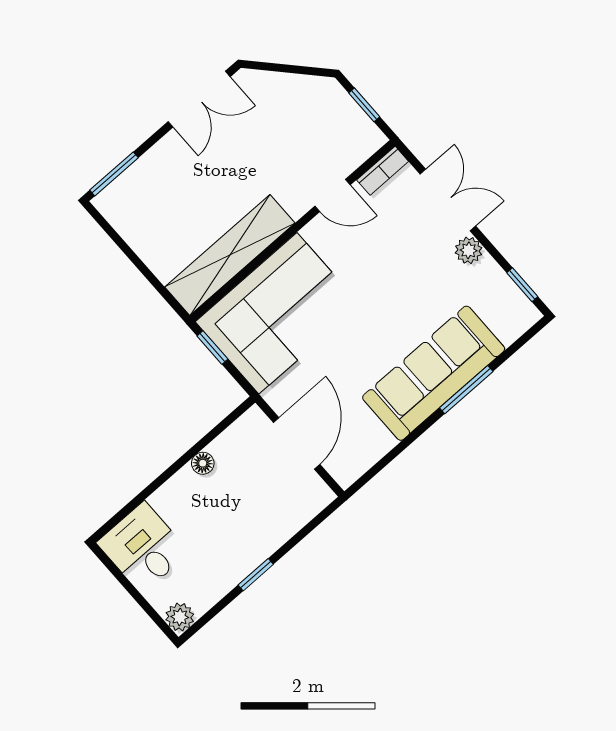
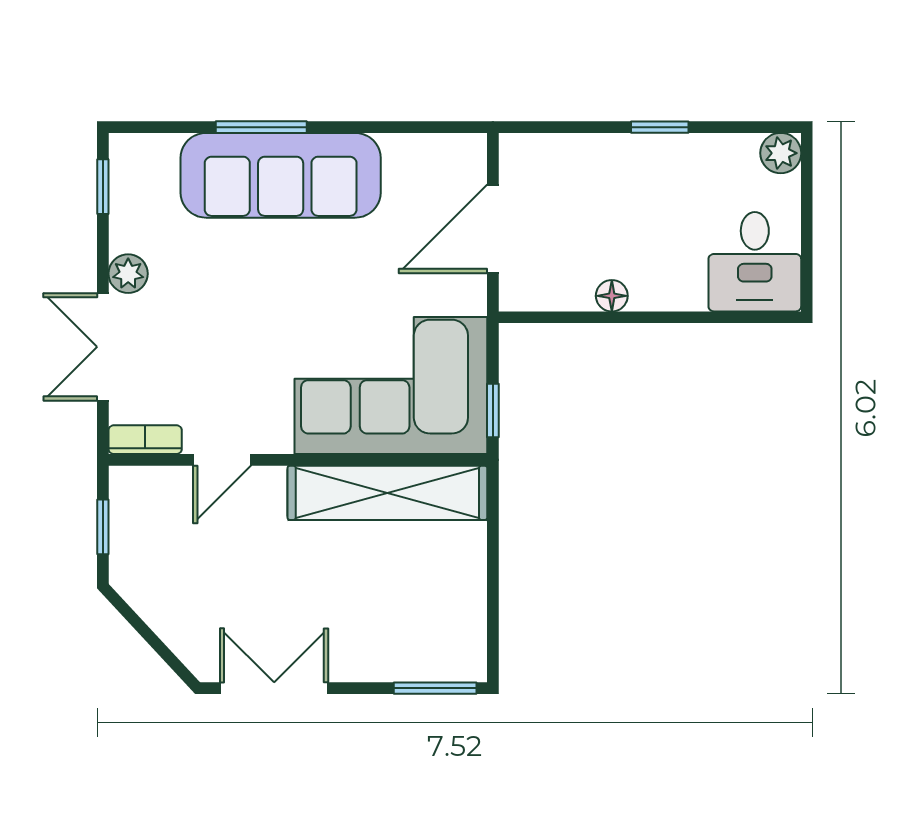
door: (332, 196) -> (222, 460), swing flipped

